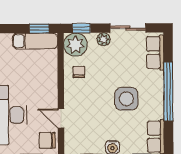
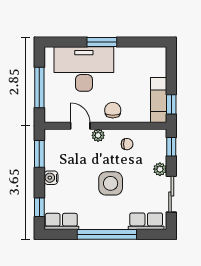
plant: (75, 45) -> (98, 135), moved, width x0.53, depth x0.53
side table: (126, 99) -> (111, 183), moved
door: (61, 118) -> (80, 126), hinge flipped
chair: (47, 140) -> (113, 110), moved

